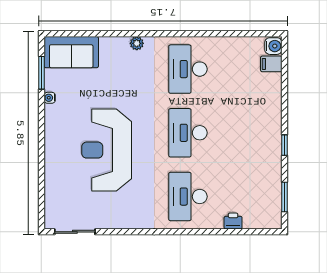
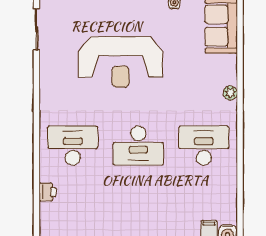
desk: (188, 133) -> (138, 146), turned 180
reception desk: (107, 150) -> (121, 62), turned 180

